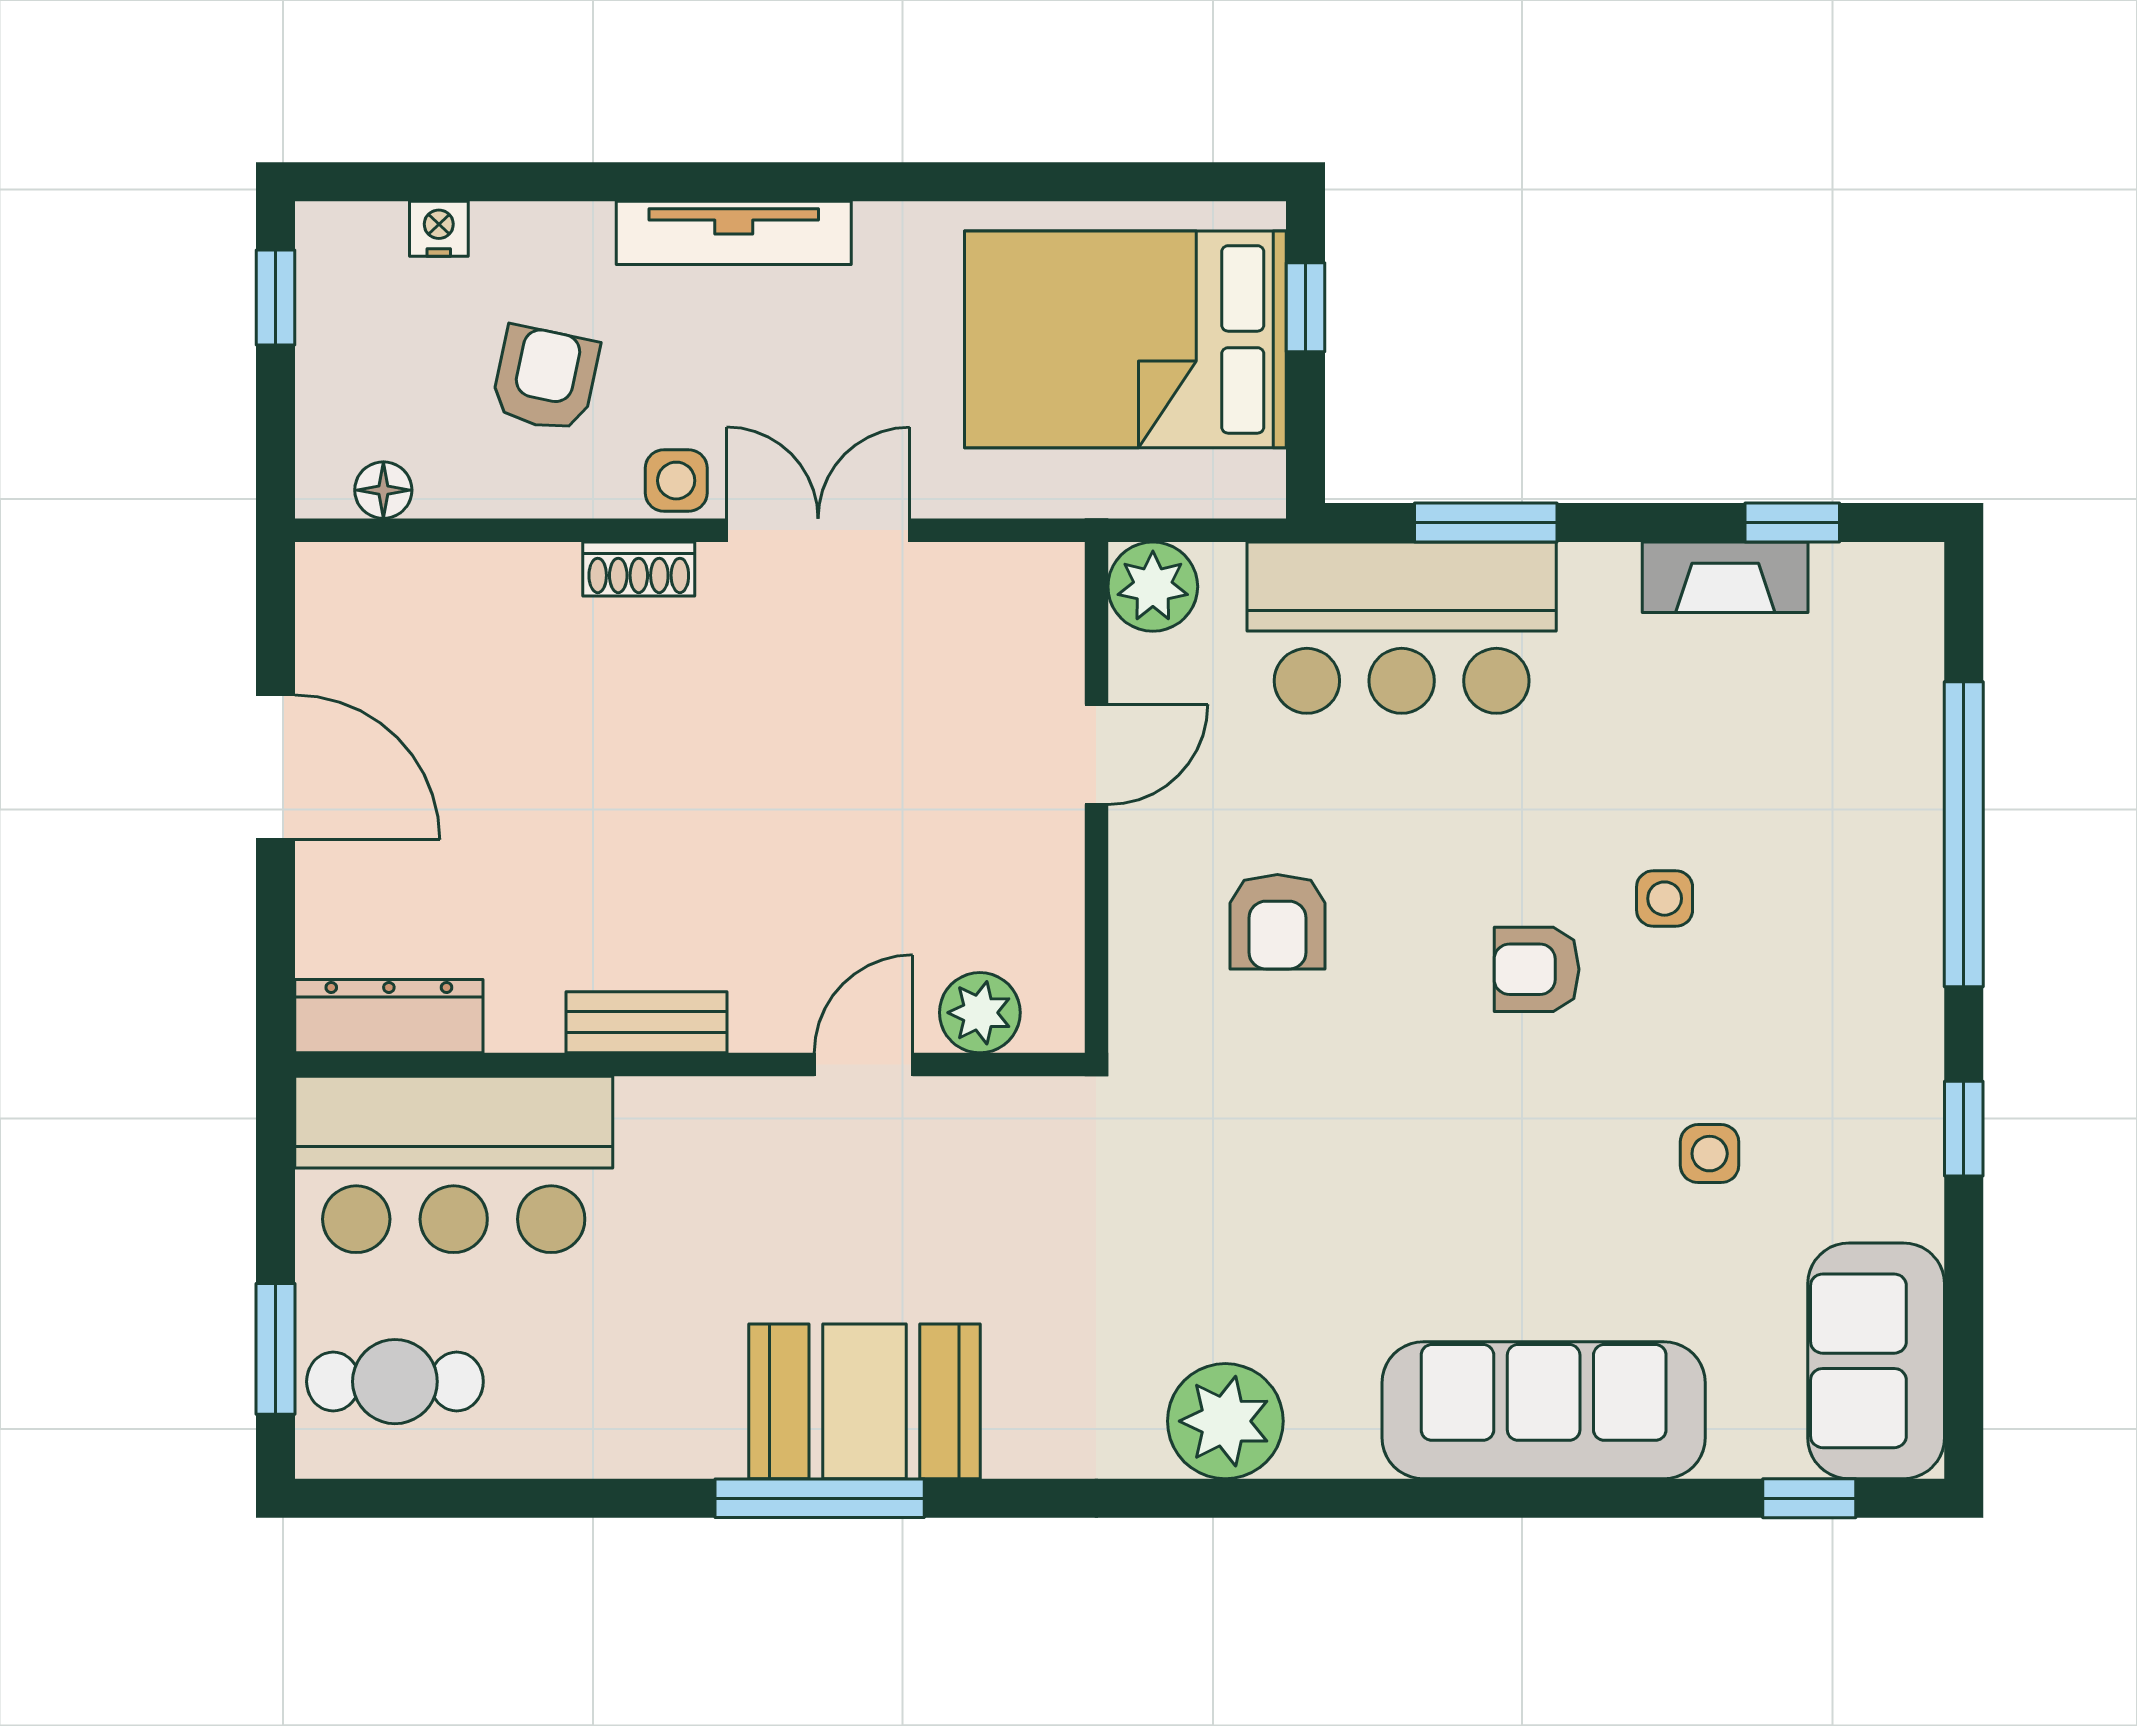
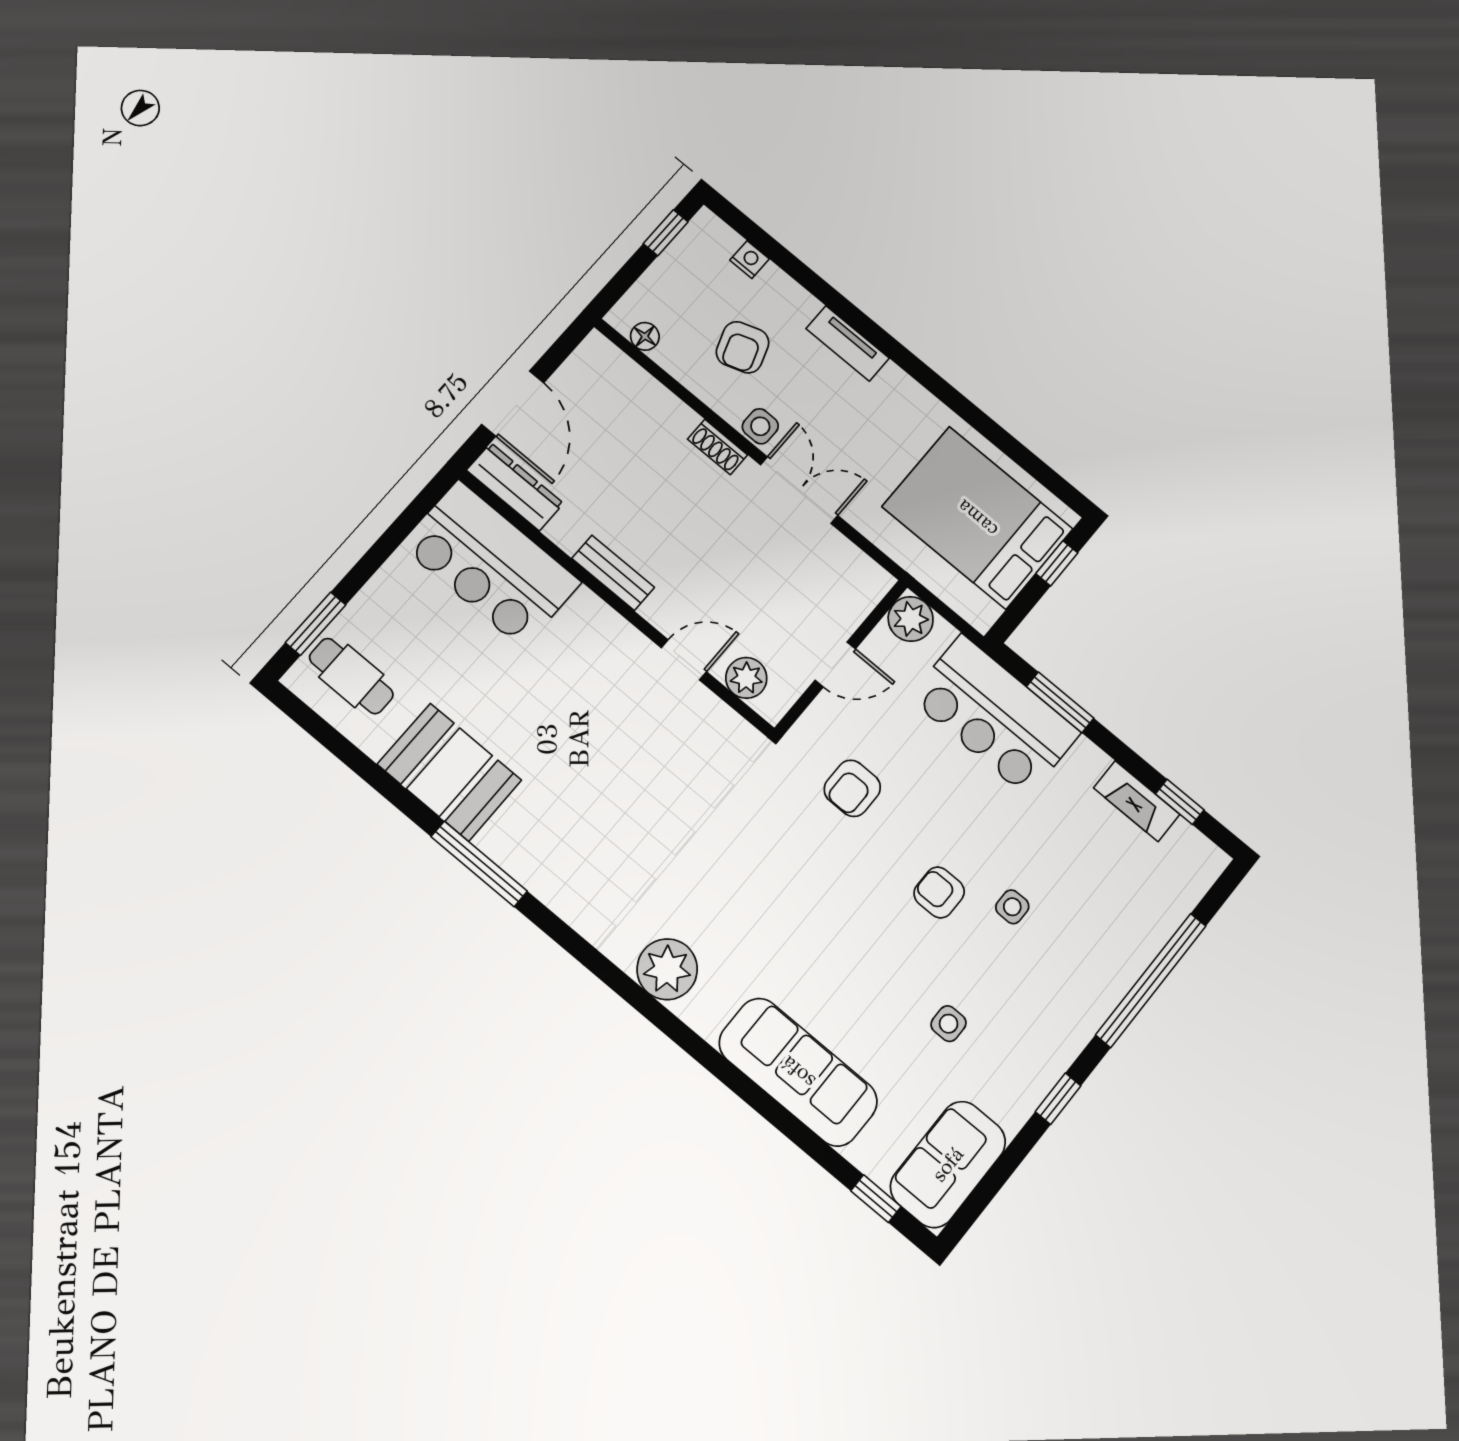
tv unit: (734, 233) -> (848, 343), width x0.71
armchair: (545, 379) -> (743, 347), turned 149
plant: (980, 1013) -> (746, 678), moved
dresser: (389, 1016) -> (515, 487), moved
bench: (647, 1022) -> (613, 573), moved
wall: (690, 1065) -> (616, 603), moved
door: (863, 1065) -> (684, 660), moved
bar counter: (454, 1164) -> (491, 564), moved
booth: (864, 1401) -> (449, 772), moved

